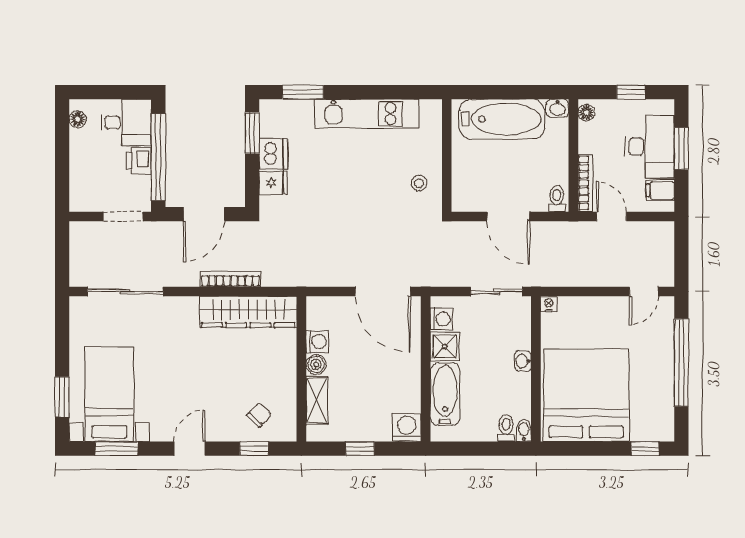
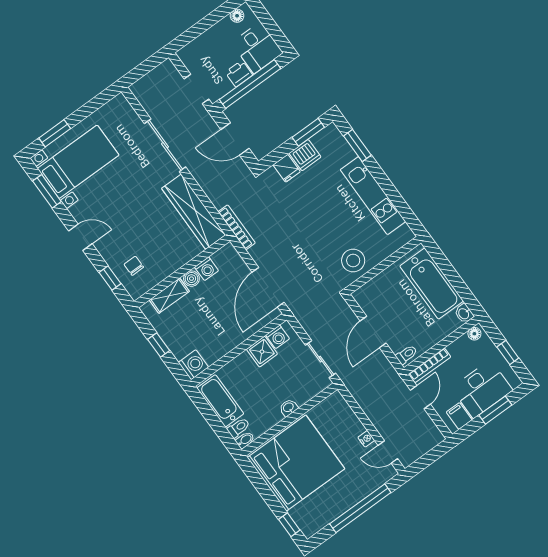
stool: (419, 183) -> (353, 260), width x1.89, depth x1.89
bookcase: (231, 279) -> (237, 227), moved
sliding door: (125, 291) -> (165, 145), moved
nightstand: (549, 304) -> (366, 439), moved
bathtub: (445, 394) -> (220, 401), moved, turned -90
chair: (259, 415) -> (134, 266), turned -133

